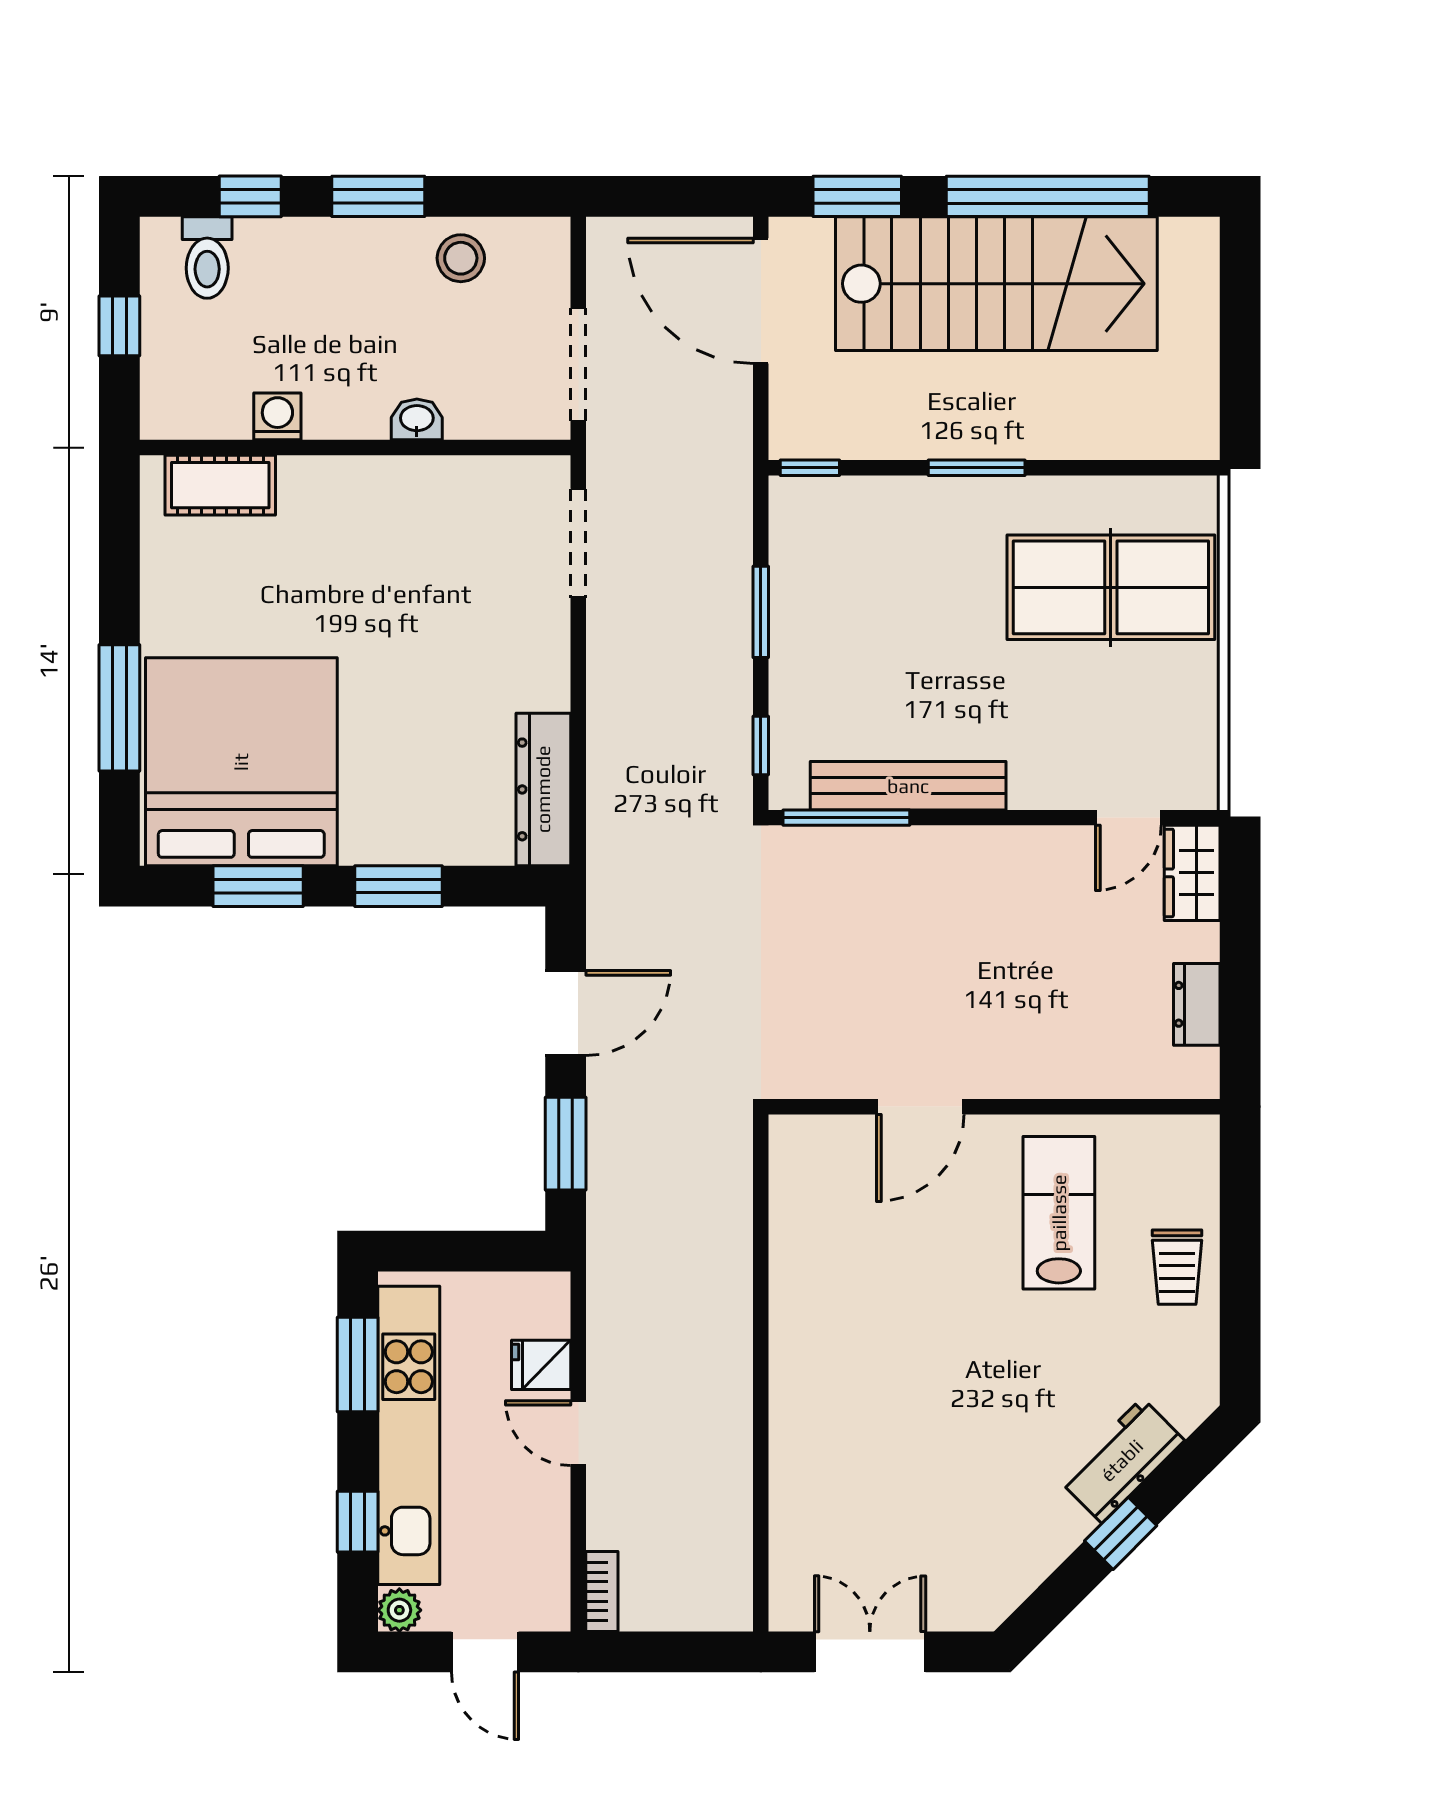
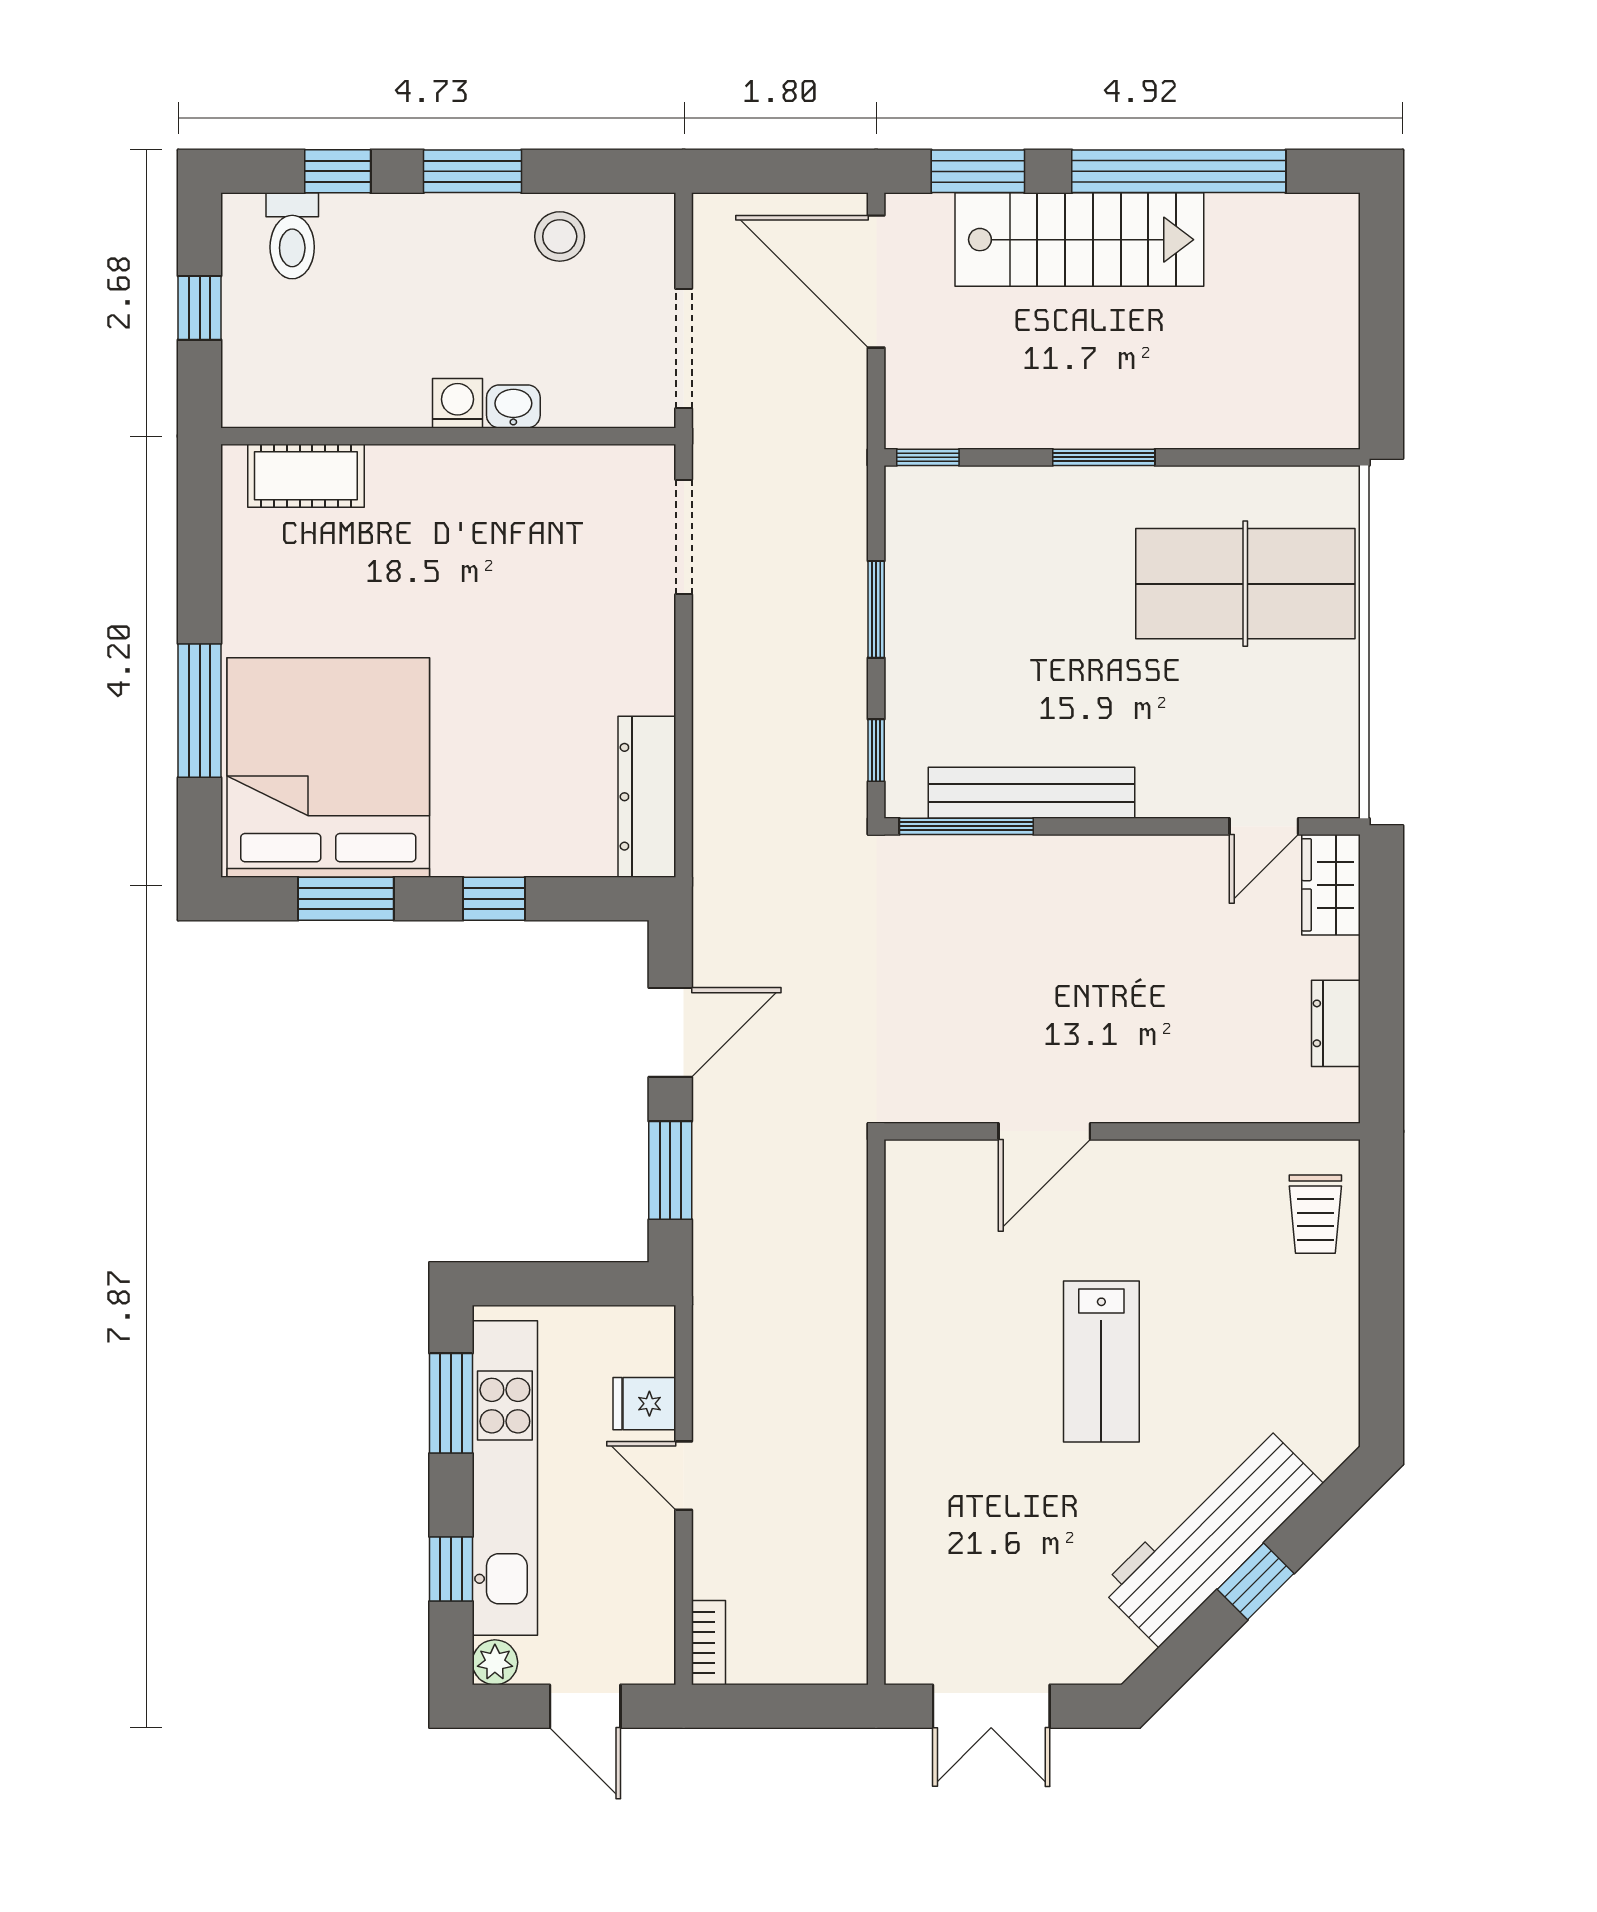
stairs: (996, 284) -> (1079, 240), width x0.73, depth x0.66
washing machine: (277, 416) -> (458, 403), moved
window: (399, 886) -> (494, 899), width x0.67
lab bench: (1059, 1213) -> (1101, 1361), moved, turned 180
trolley: (1177, 1267) -> (1315, 1214), moved
workbench: (1122, 1460) -> (1211, 1536), width x1.88, depth x1.32
double door: (870, 1652) -> (991, 1706), swing flipped

